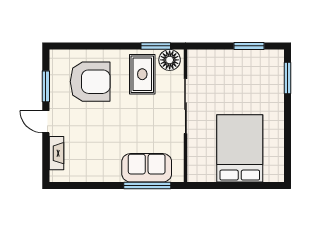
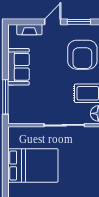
sofa: (147, 168) -> (19, 67), moved

